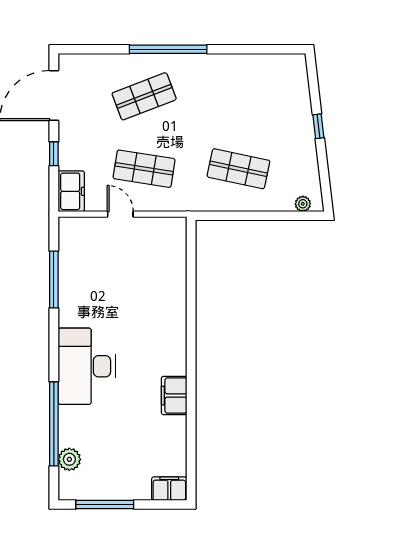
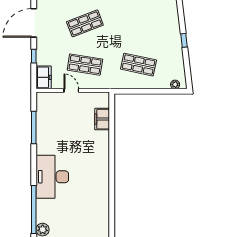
filing cabinet: (174, 395) -> (102, 119), moved

